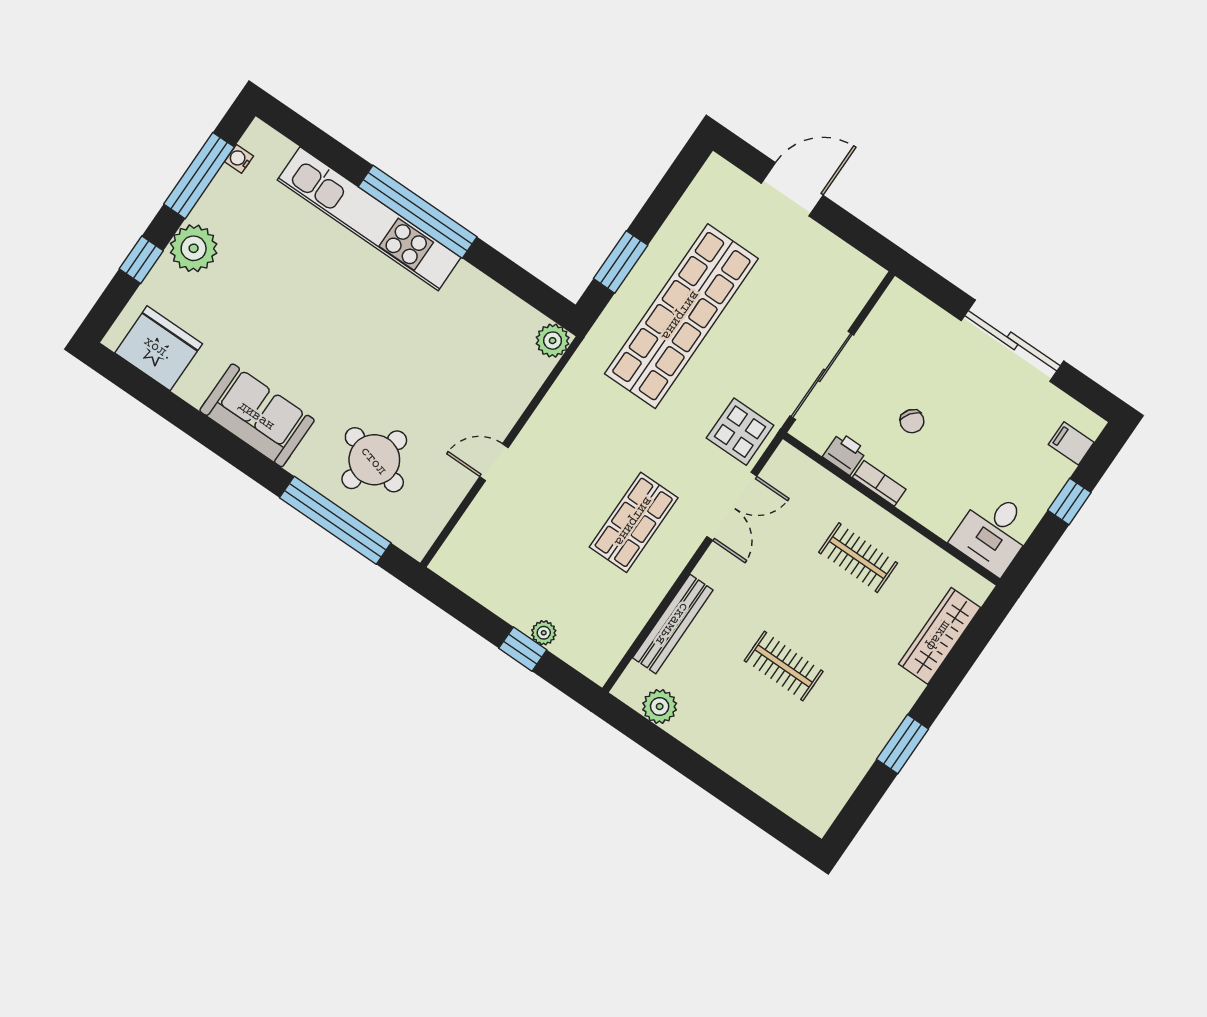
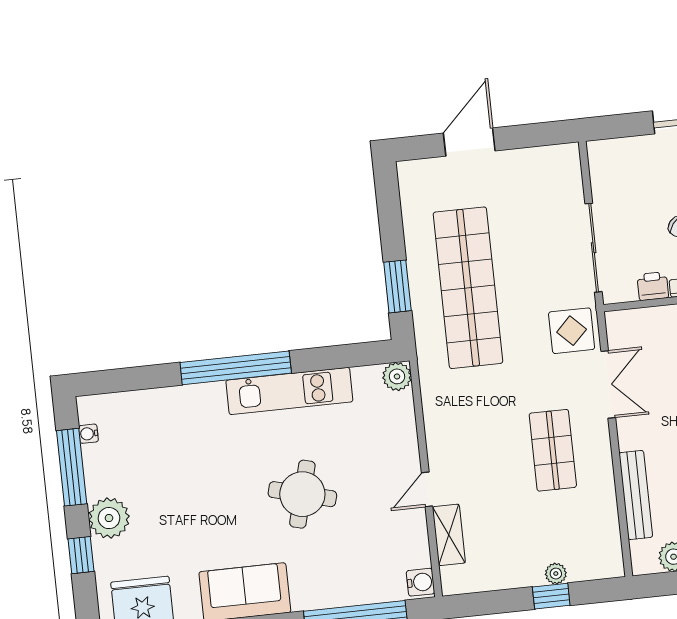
kitchen unit: (369, 219) -> (289, 391), moved, width x0.73
round table: (374, 460) -> (302, 494), moved
shelving: (479, 518) -> (449, 535), added
water cooler: (419, 539) -> (420, 582), added

